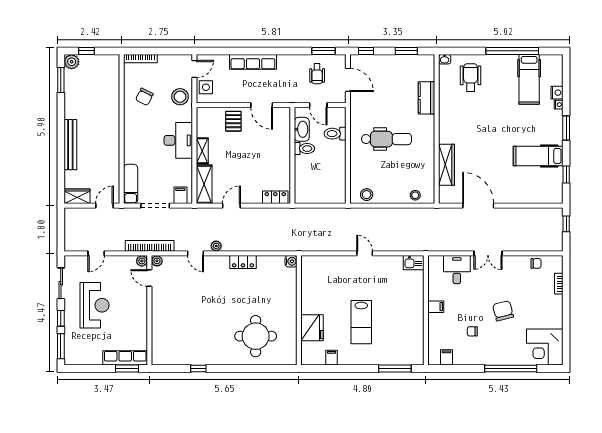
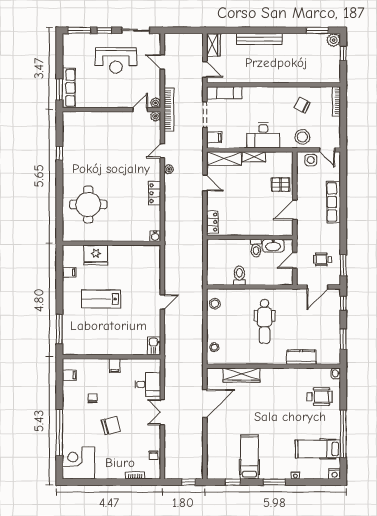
nightstand: (557, 93) -> (335, 474), moved
toilet: (335, 134) -> (239, 276), moved

